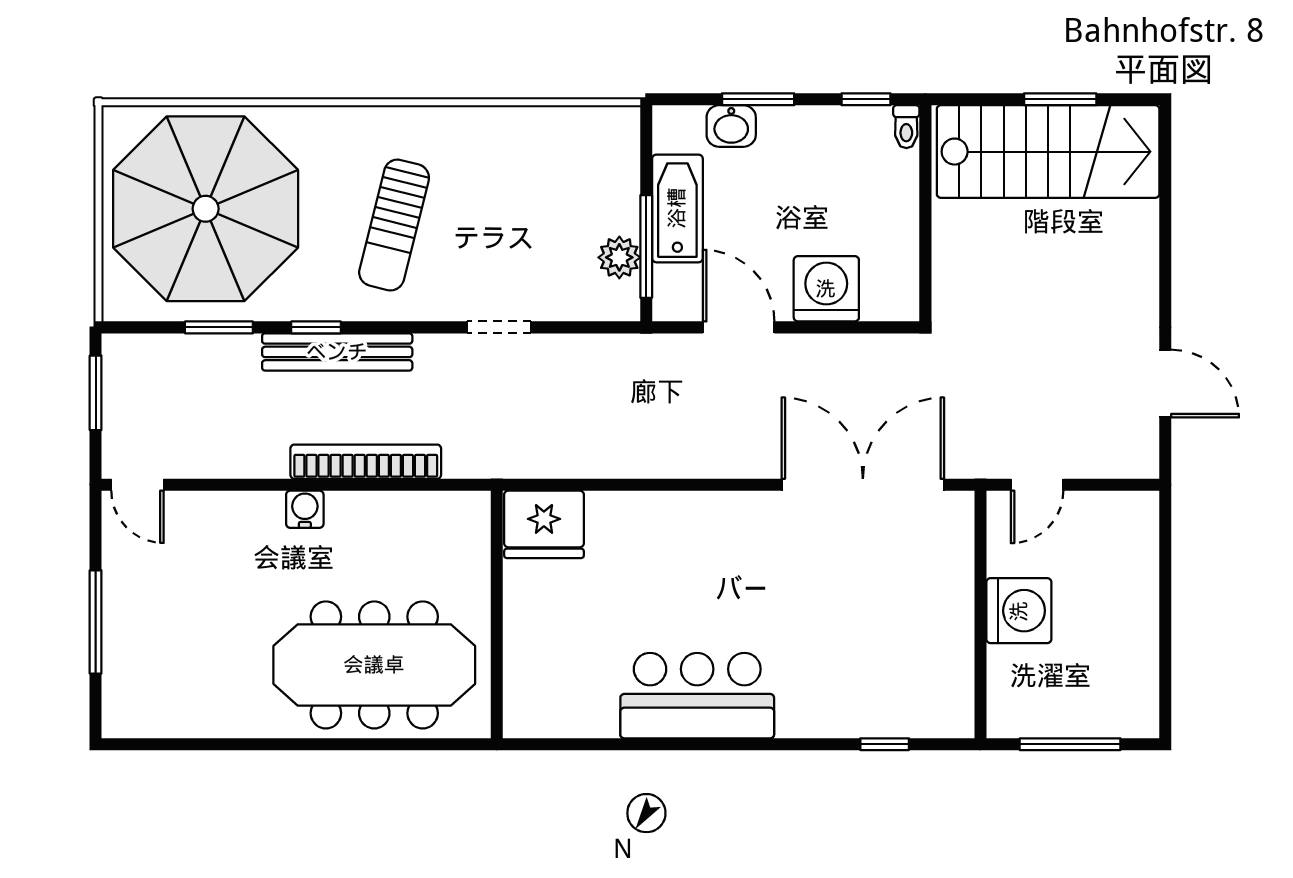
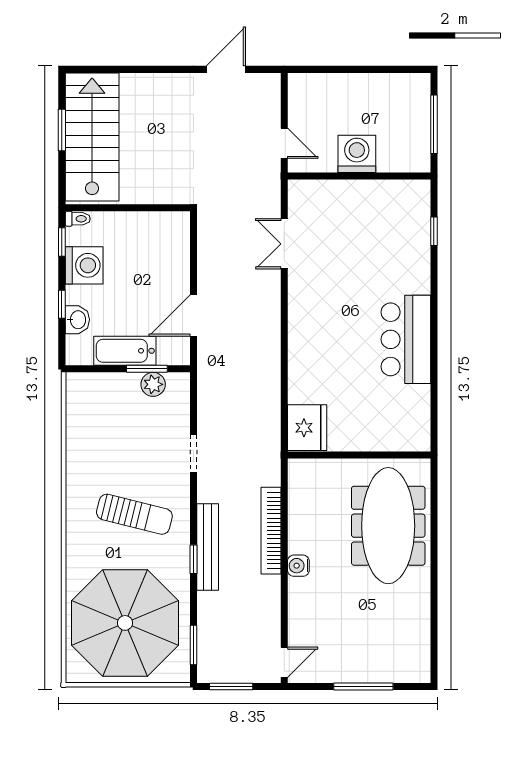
window: (758, 99) -> (62, 304), width x0.67
window: (646, 246) -> (147, 369), width x0.69
washing machine: (826, 289) -> (84, 265), moved, turned 180
window: (219, 327) -> (193, 645), moved
double door: (863, 485) -> (284, 244), width x0.54

